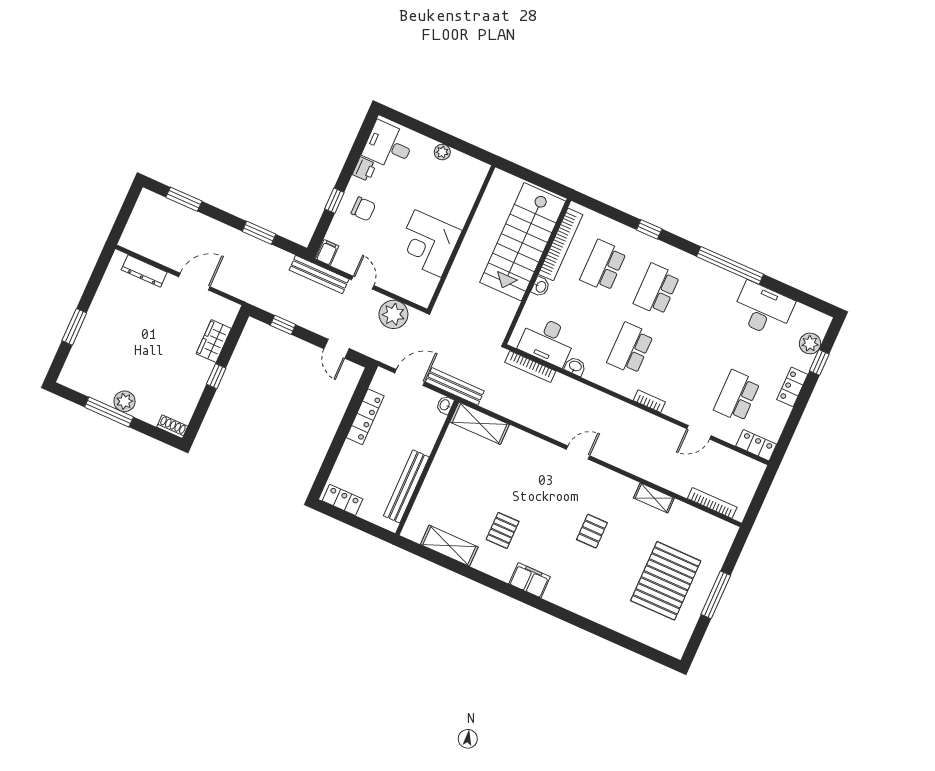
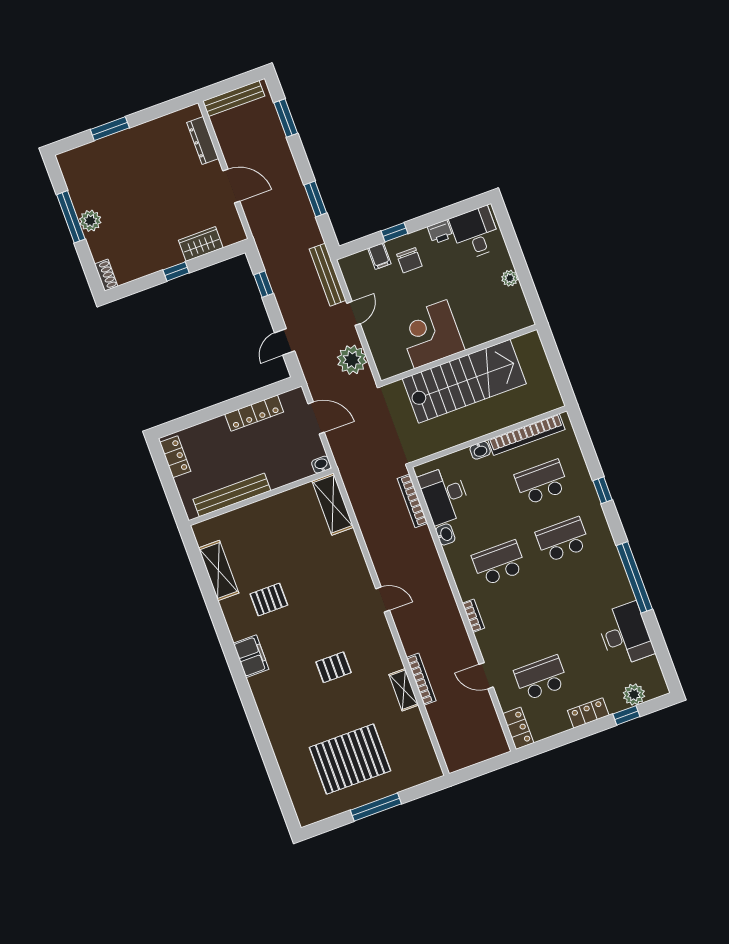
stairs: (523, 242) -> (464, 381), moved, turned 180
filing cabinet: (327, 253) -> (379, 256), moved, turned 90
bench: (455, 386) -> (234, 99), moved, turned 90
bookcase: (712, 503) -> (421, 679), moved

